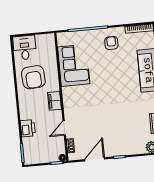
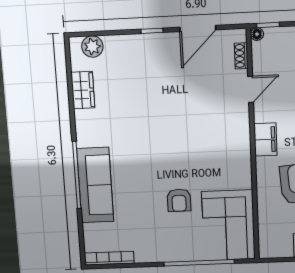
armchair: (111, 43) -> (179, 200), moved
corner sofa: (74, 65) -> (228, 225), moved

